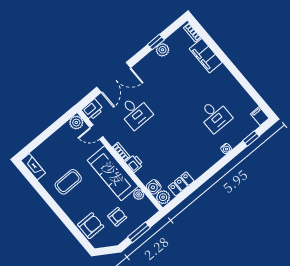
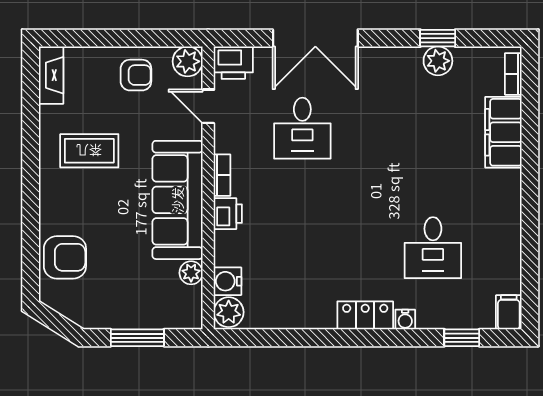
locker: (181, 184) -> (365, 315), moved
armchair: (117, 217) -> (136, 75), moved

